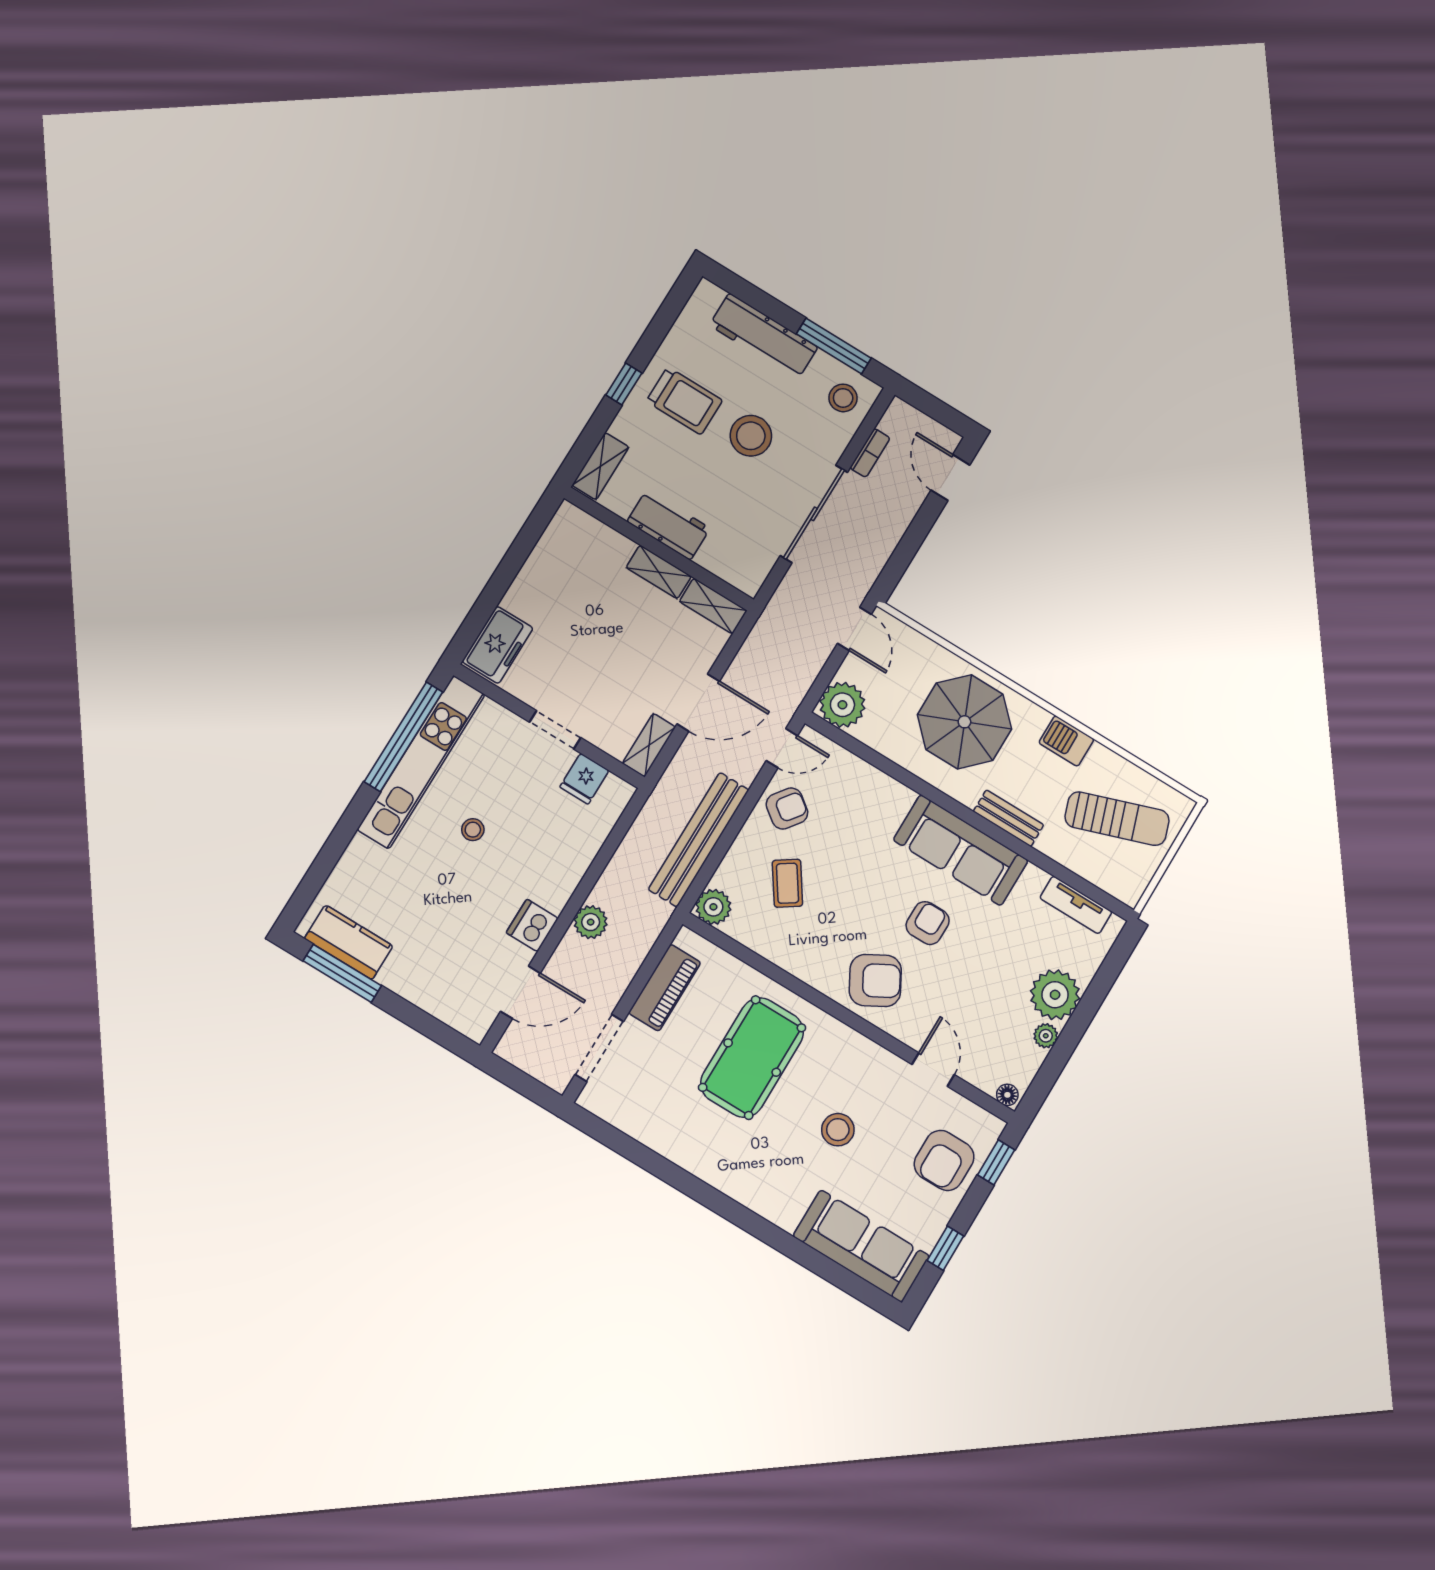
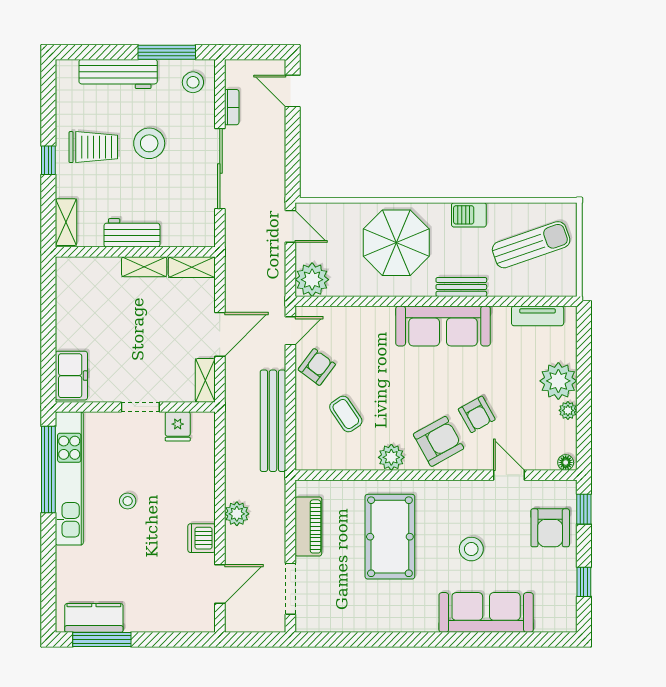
plant: (713, 907) -> (391, 457), moved
armchair: (928, 923) -> (477, 414), moved, turned 151
sofa: (861, 1246) -> (486, 612), moved

